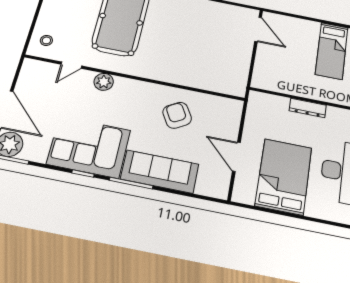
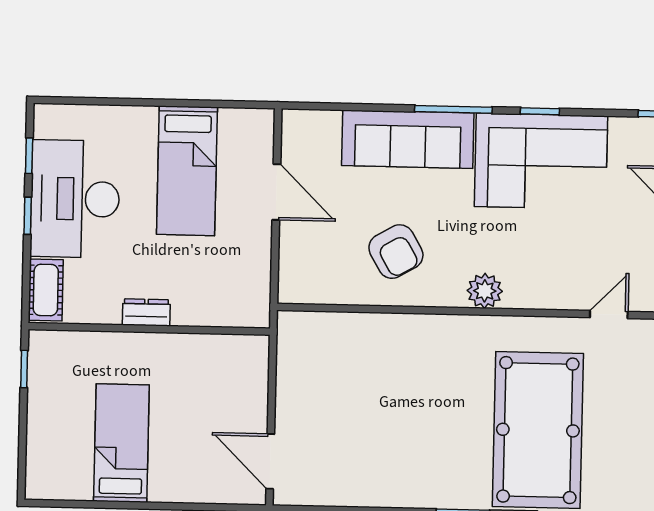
plant: (104, 82) -> (485, 291), moved
dresser: (308, 108) -> (146, 312), width x0.70
bed: (284, 176) -> (187, 171), width x0.67

